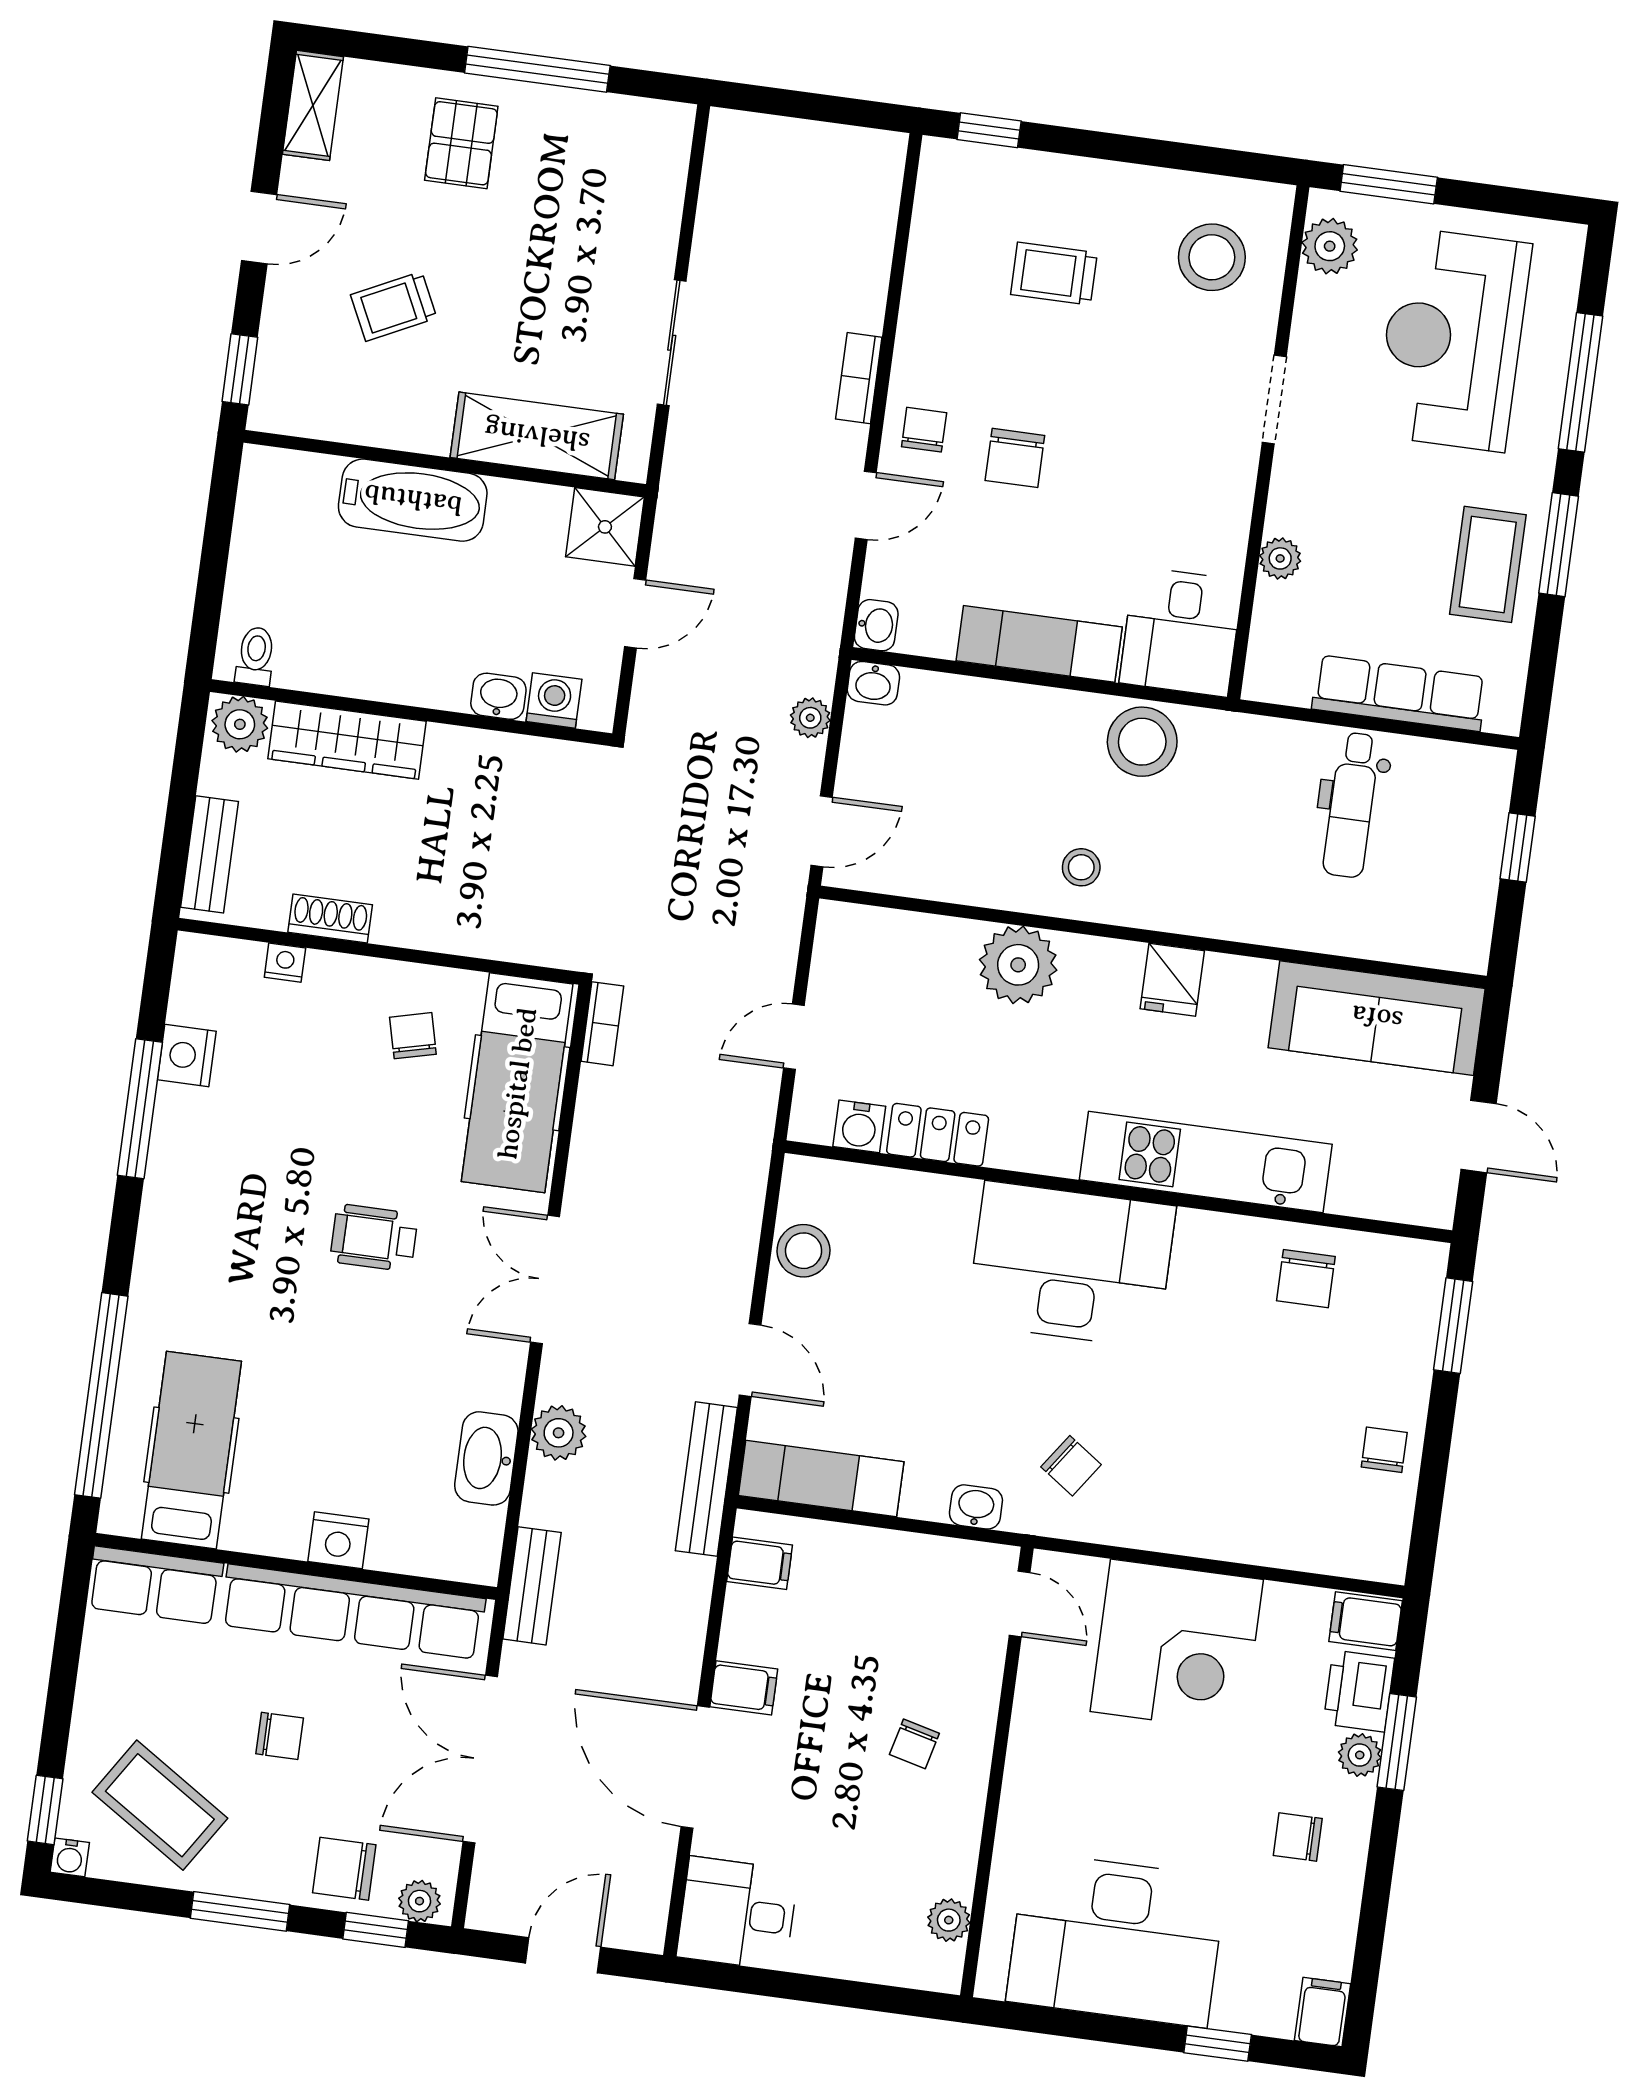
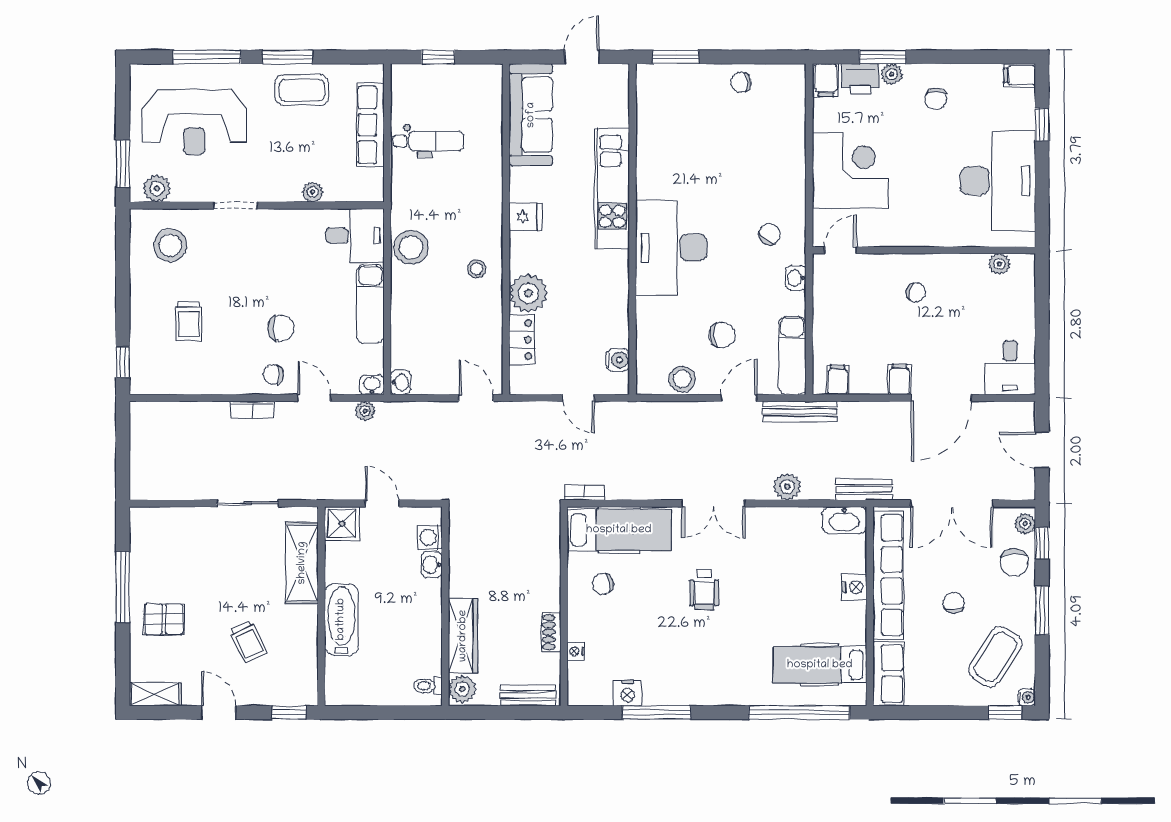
plant: (810, 718) -> (365, 411), moved
locker: (938, 1135) -> (522, 340), moved, turned 180
chair: (1306, 1279) -> (722, 335), moved
washbasin: (486, 1458) -> (844, 520), moved

